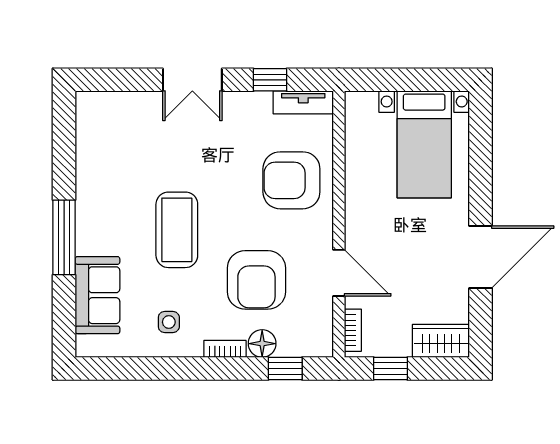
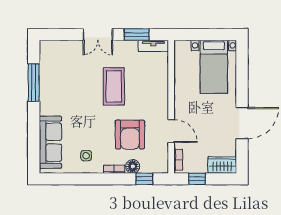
window: (270, 80) -> (137, 34), width x1.50
armchair: (291, 180) -> (147, 85), removed
coffee table: (177, 230) -> (114, 86), moved
window: (64, 237) -> (34, 83), moved
sofa: (97, 295) -> (50, 142), width x1.36

